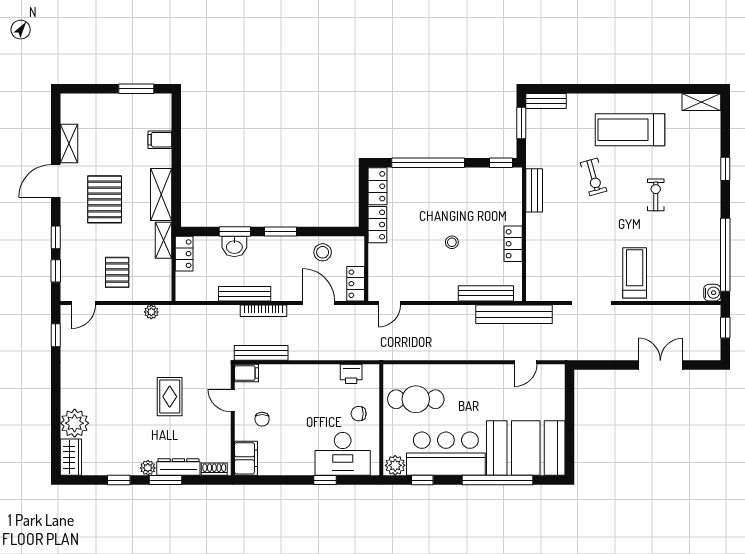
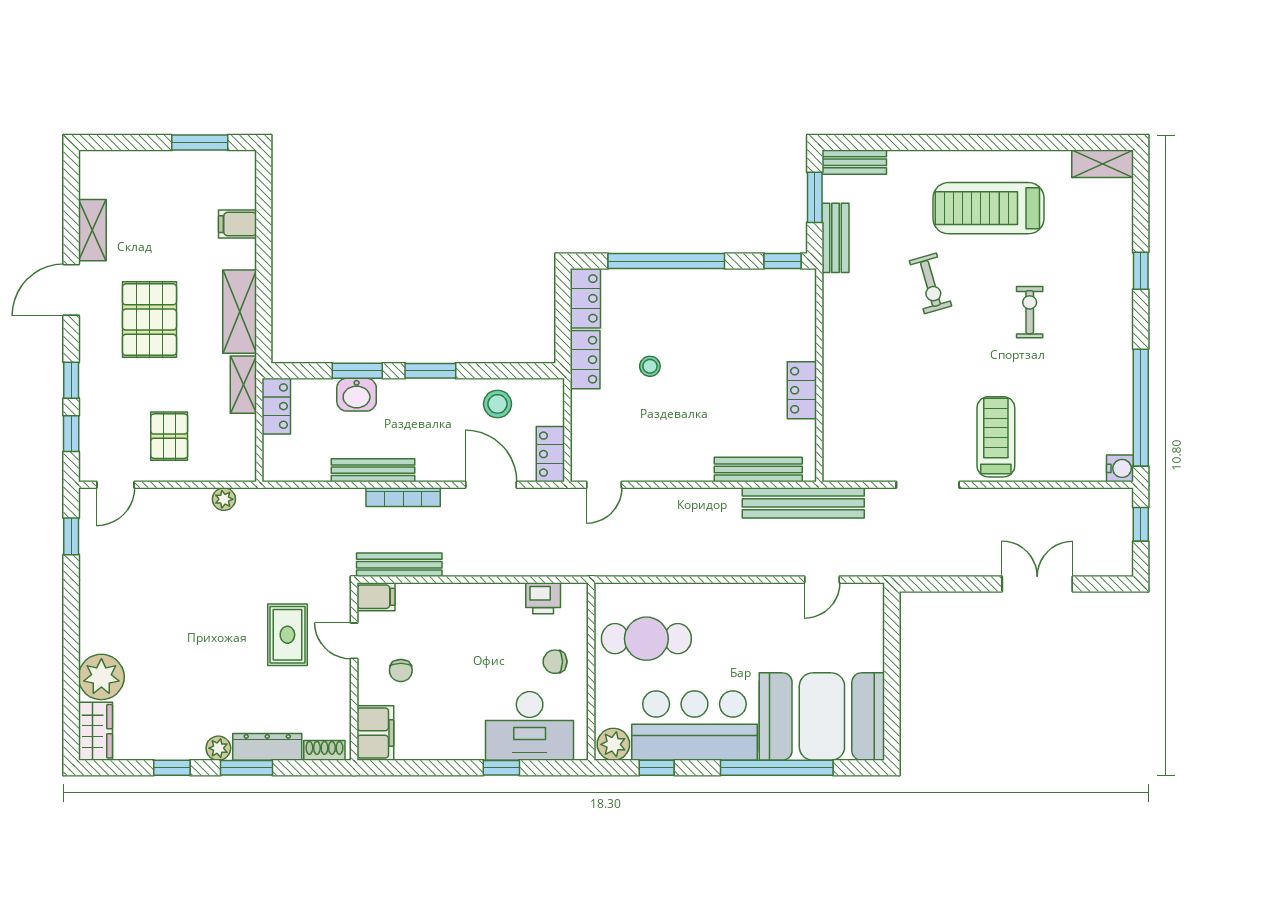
bench: (534, 190) -> (836, 238), moved
stool: (452, 242) -> (650, 366), moved
rug: (170, 397) -> (287, 635), moved

